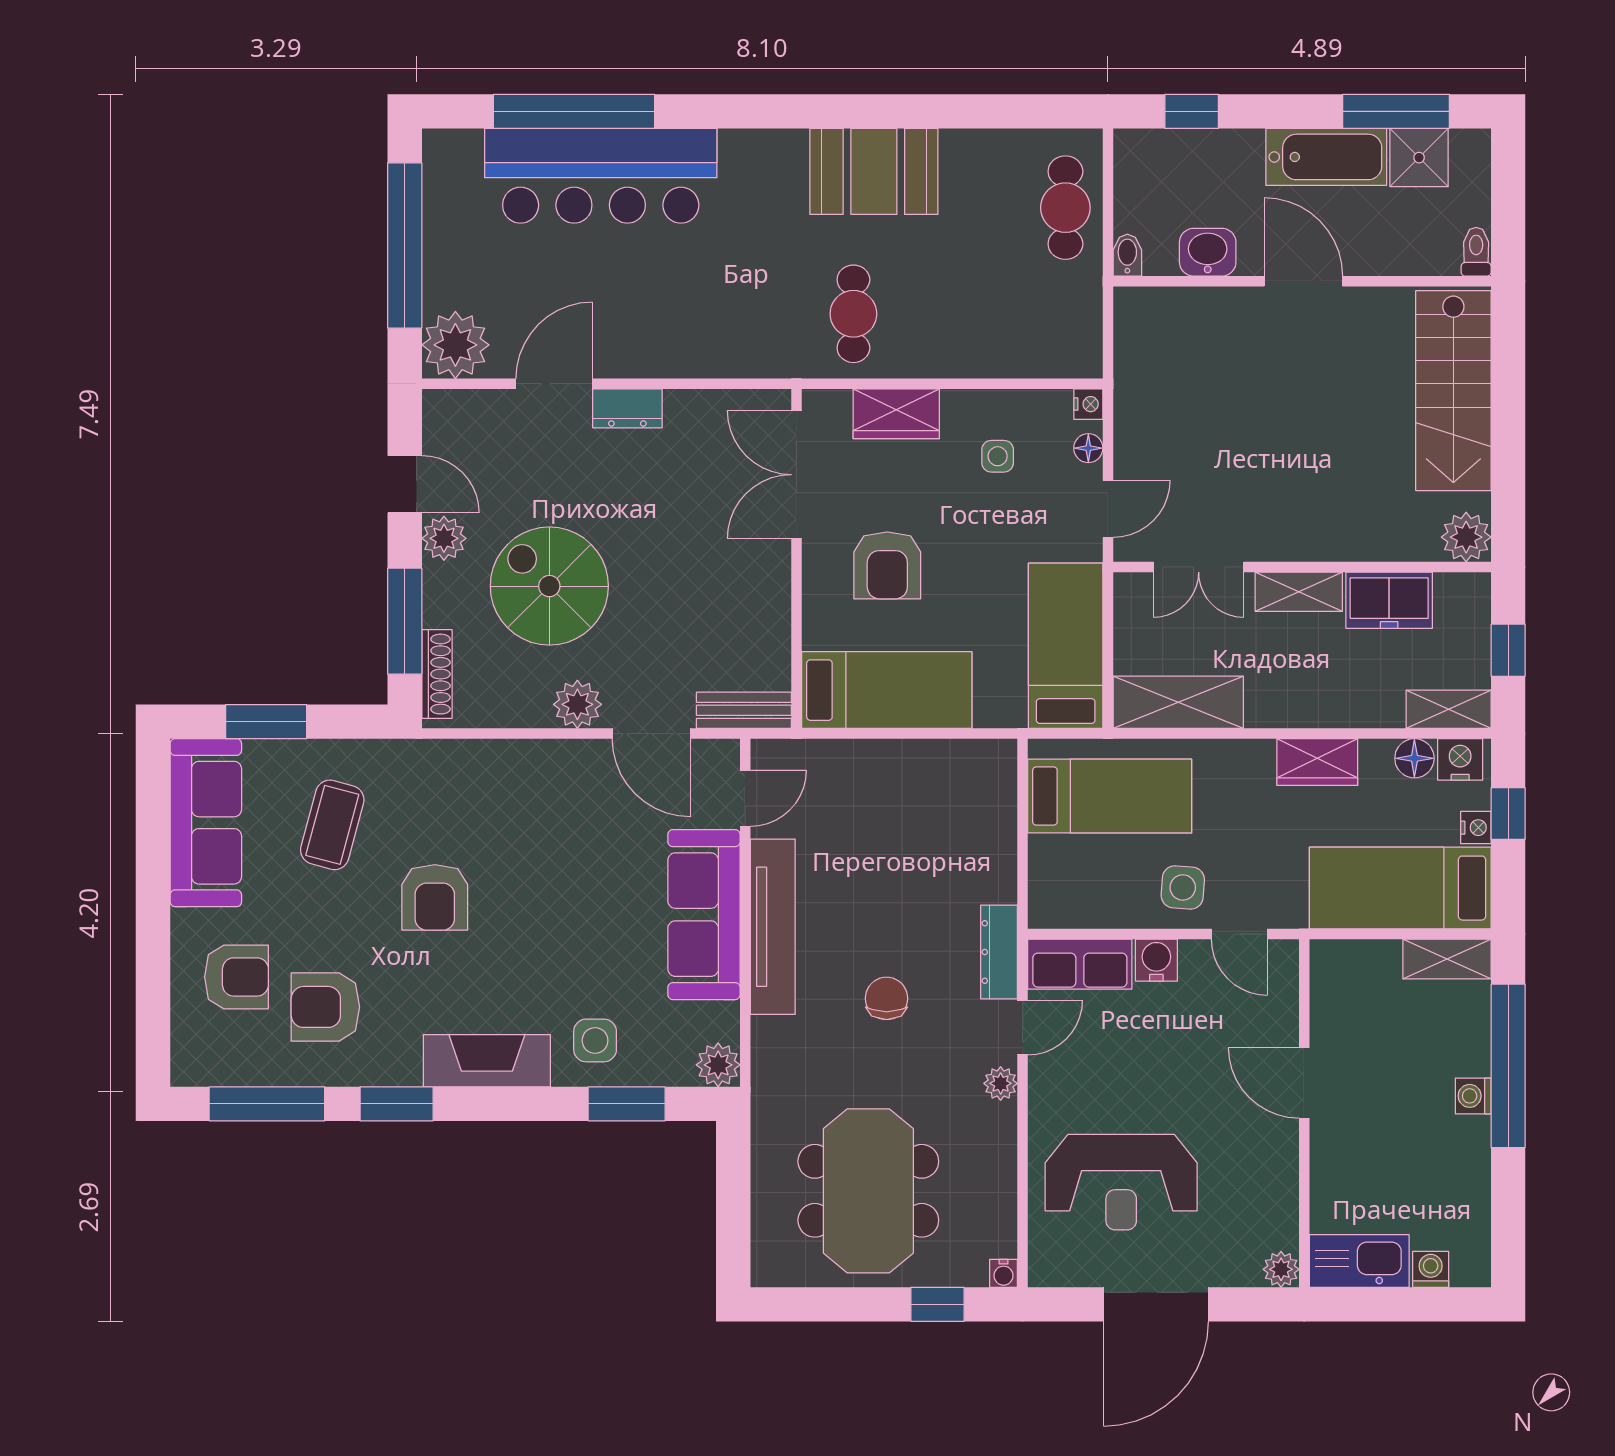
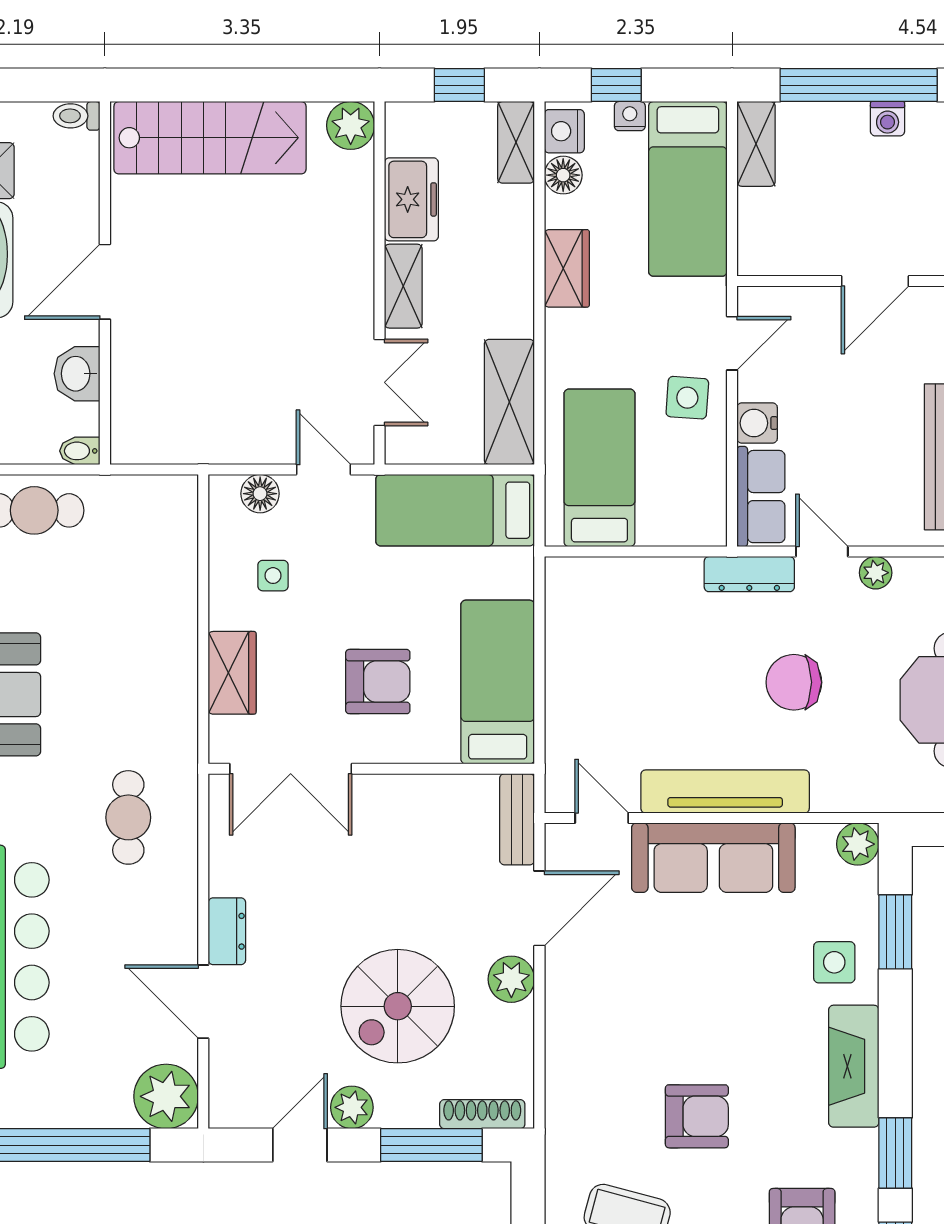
cafe table: (853, 314) -> (128, 817), moved, turned 90
nightstand: (1088, 404) -> (223, 488), removed
floor lamp: (1088, 448) -> (260, 494), width x1.37, depth x1.37
chair: (887, 998) -> (794, 682), width x1.37, depth x1.37

